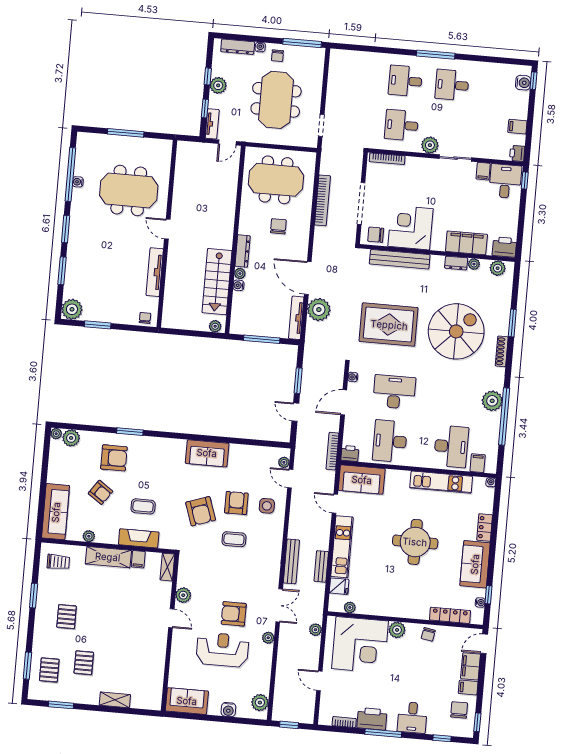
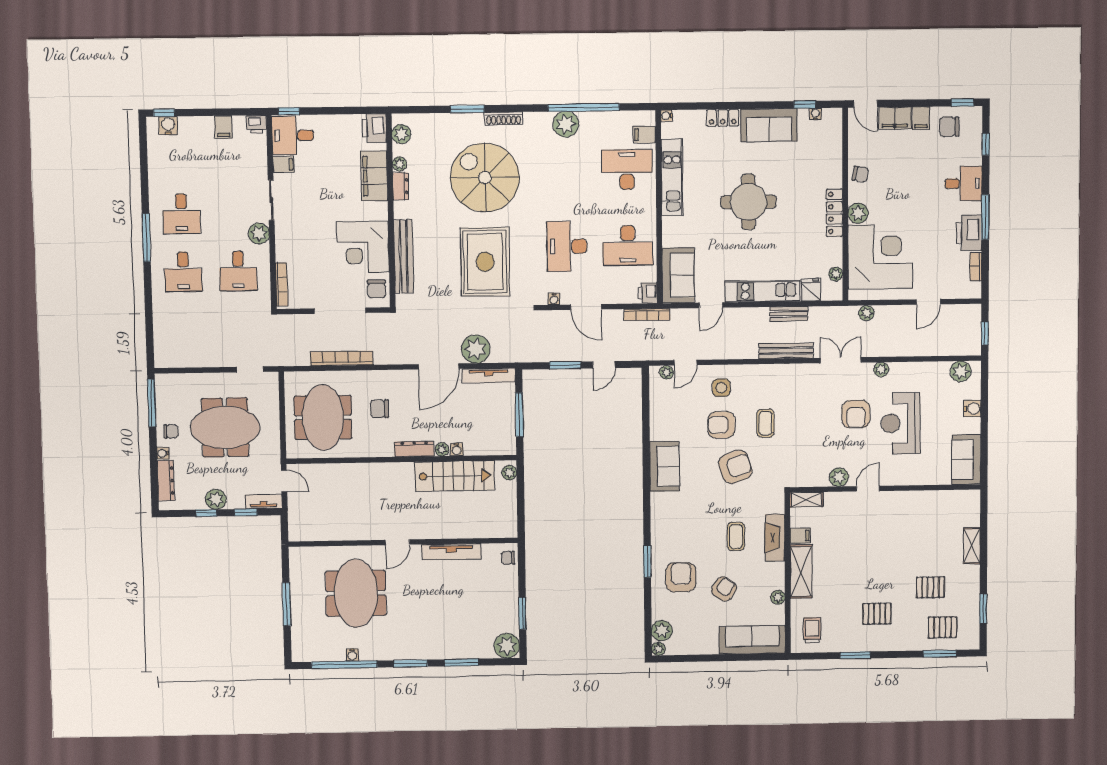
locker: (450, 615) -> (834, 213), moved

